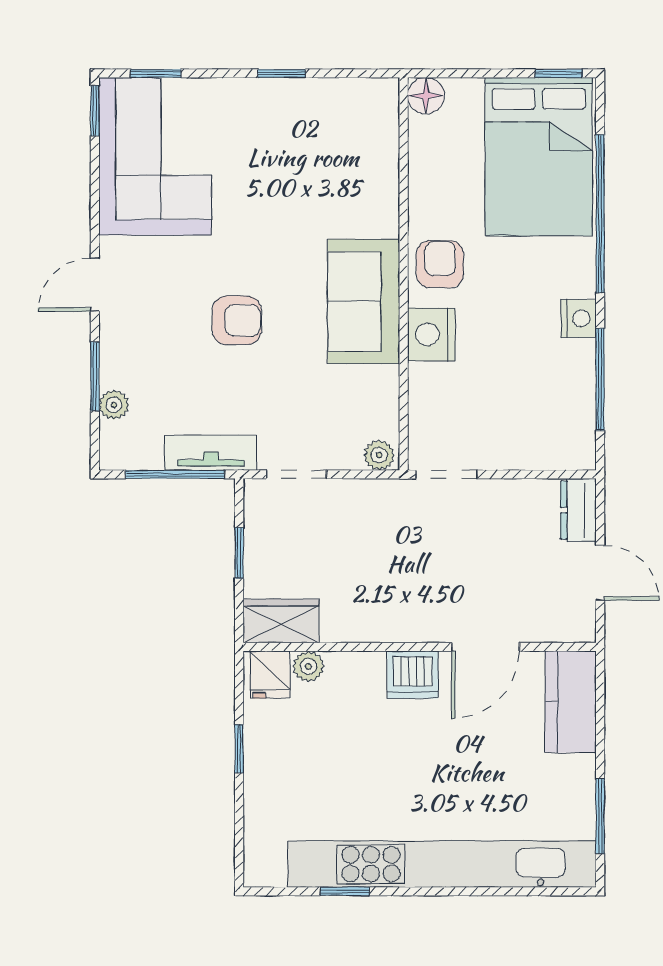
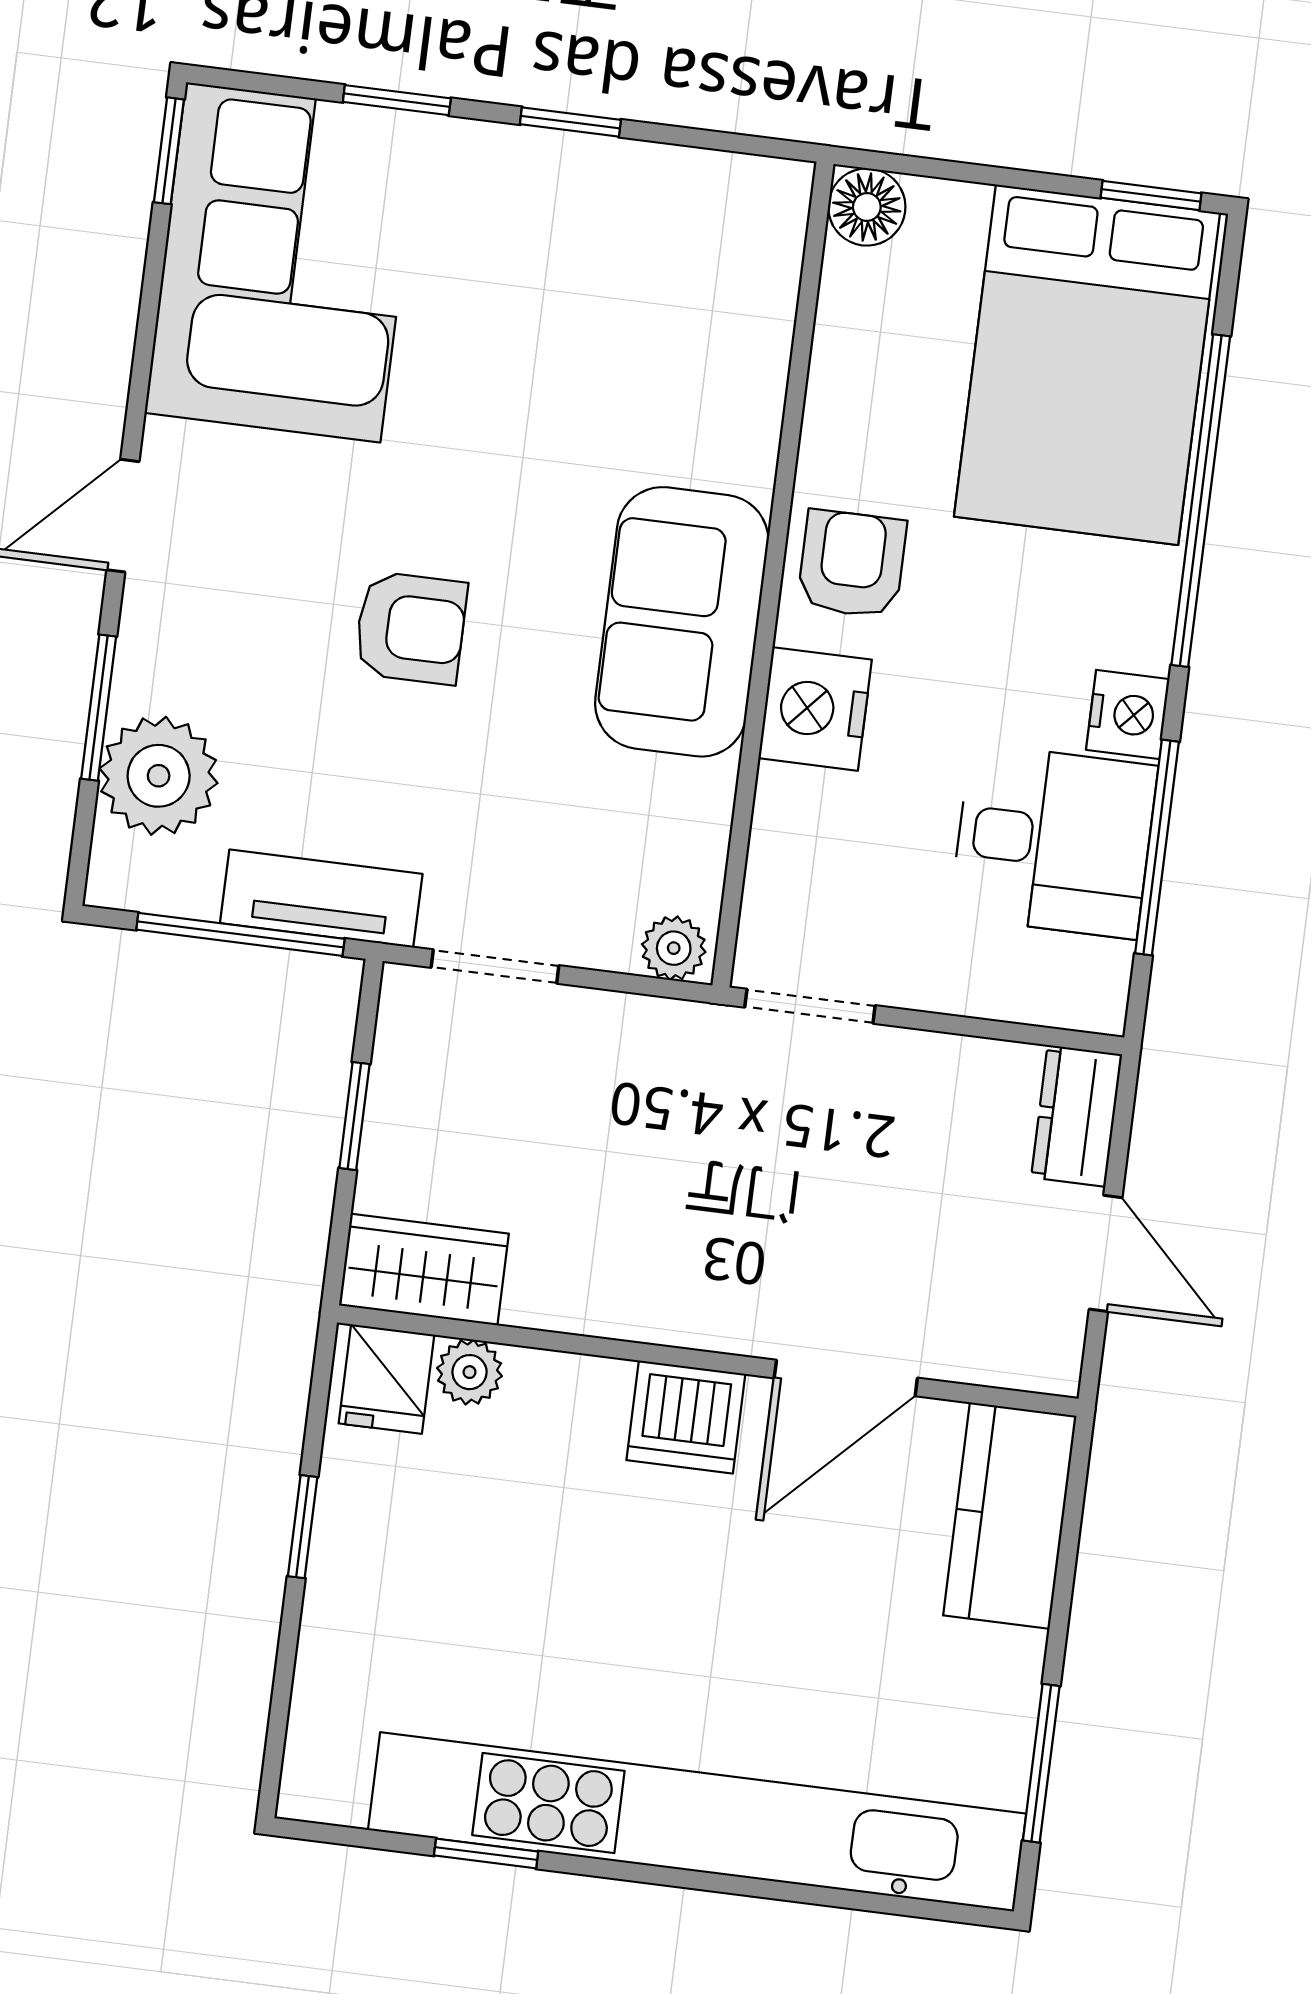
window: (156, 73) -> (397, 100), moved
desk: (551, 382) -> (1054, 841), added
plant: (114, 405) -> (159, 776), width x1.87, depth x1.87

